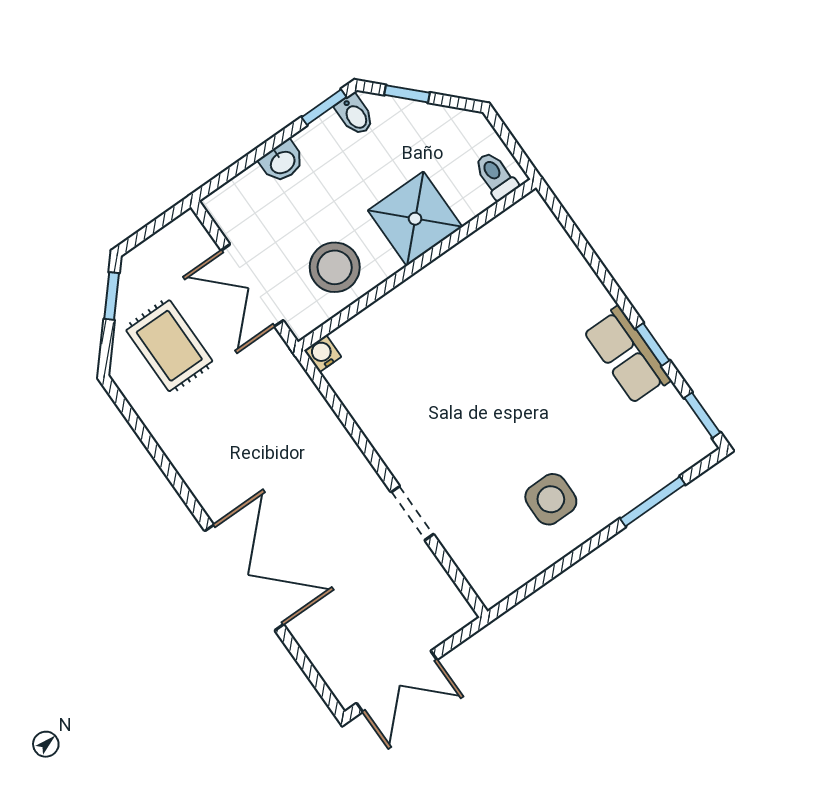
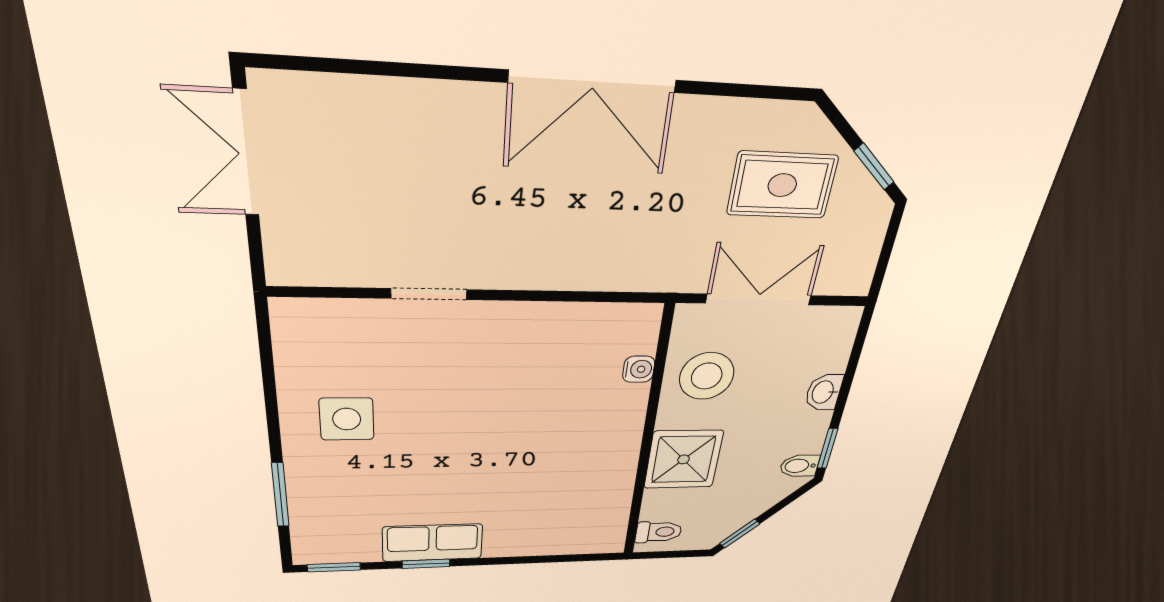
window: (407, 94) -> (740, 534), moved
water cooler: (323, 354) -> (639, 369), moved
double door: (244, 578) -> (593, 81), moved

